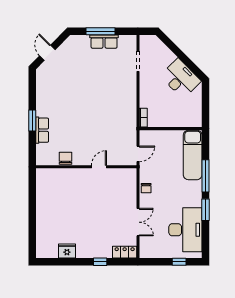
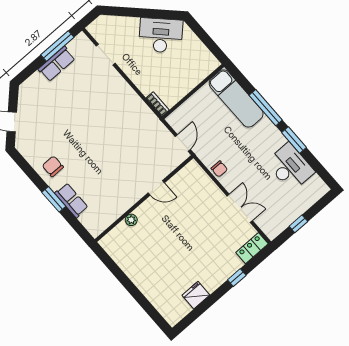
window: (100, 31) -> (57, 46), moved
chair: (66, 158) -> (53, 166), moved
door: (99, 167) -> (156, 188), swing flipped
plant: (68, 173) -> (131, 220), added
desk: (185, 230) -> (290, 167), width x0.73, depth x0.77
window: (179, 262) -> (298, 224), moved

